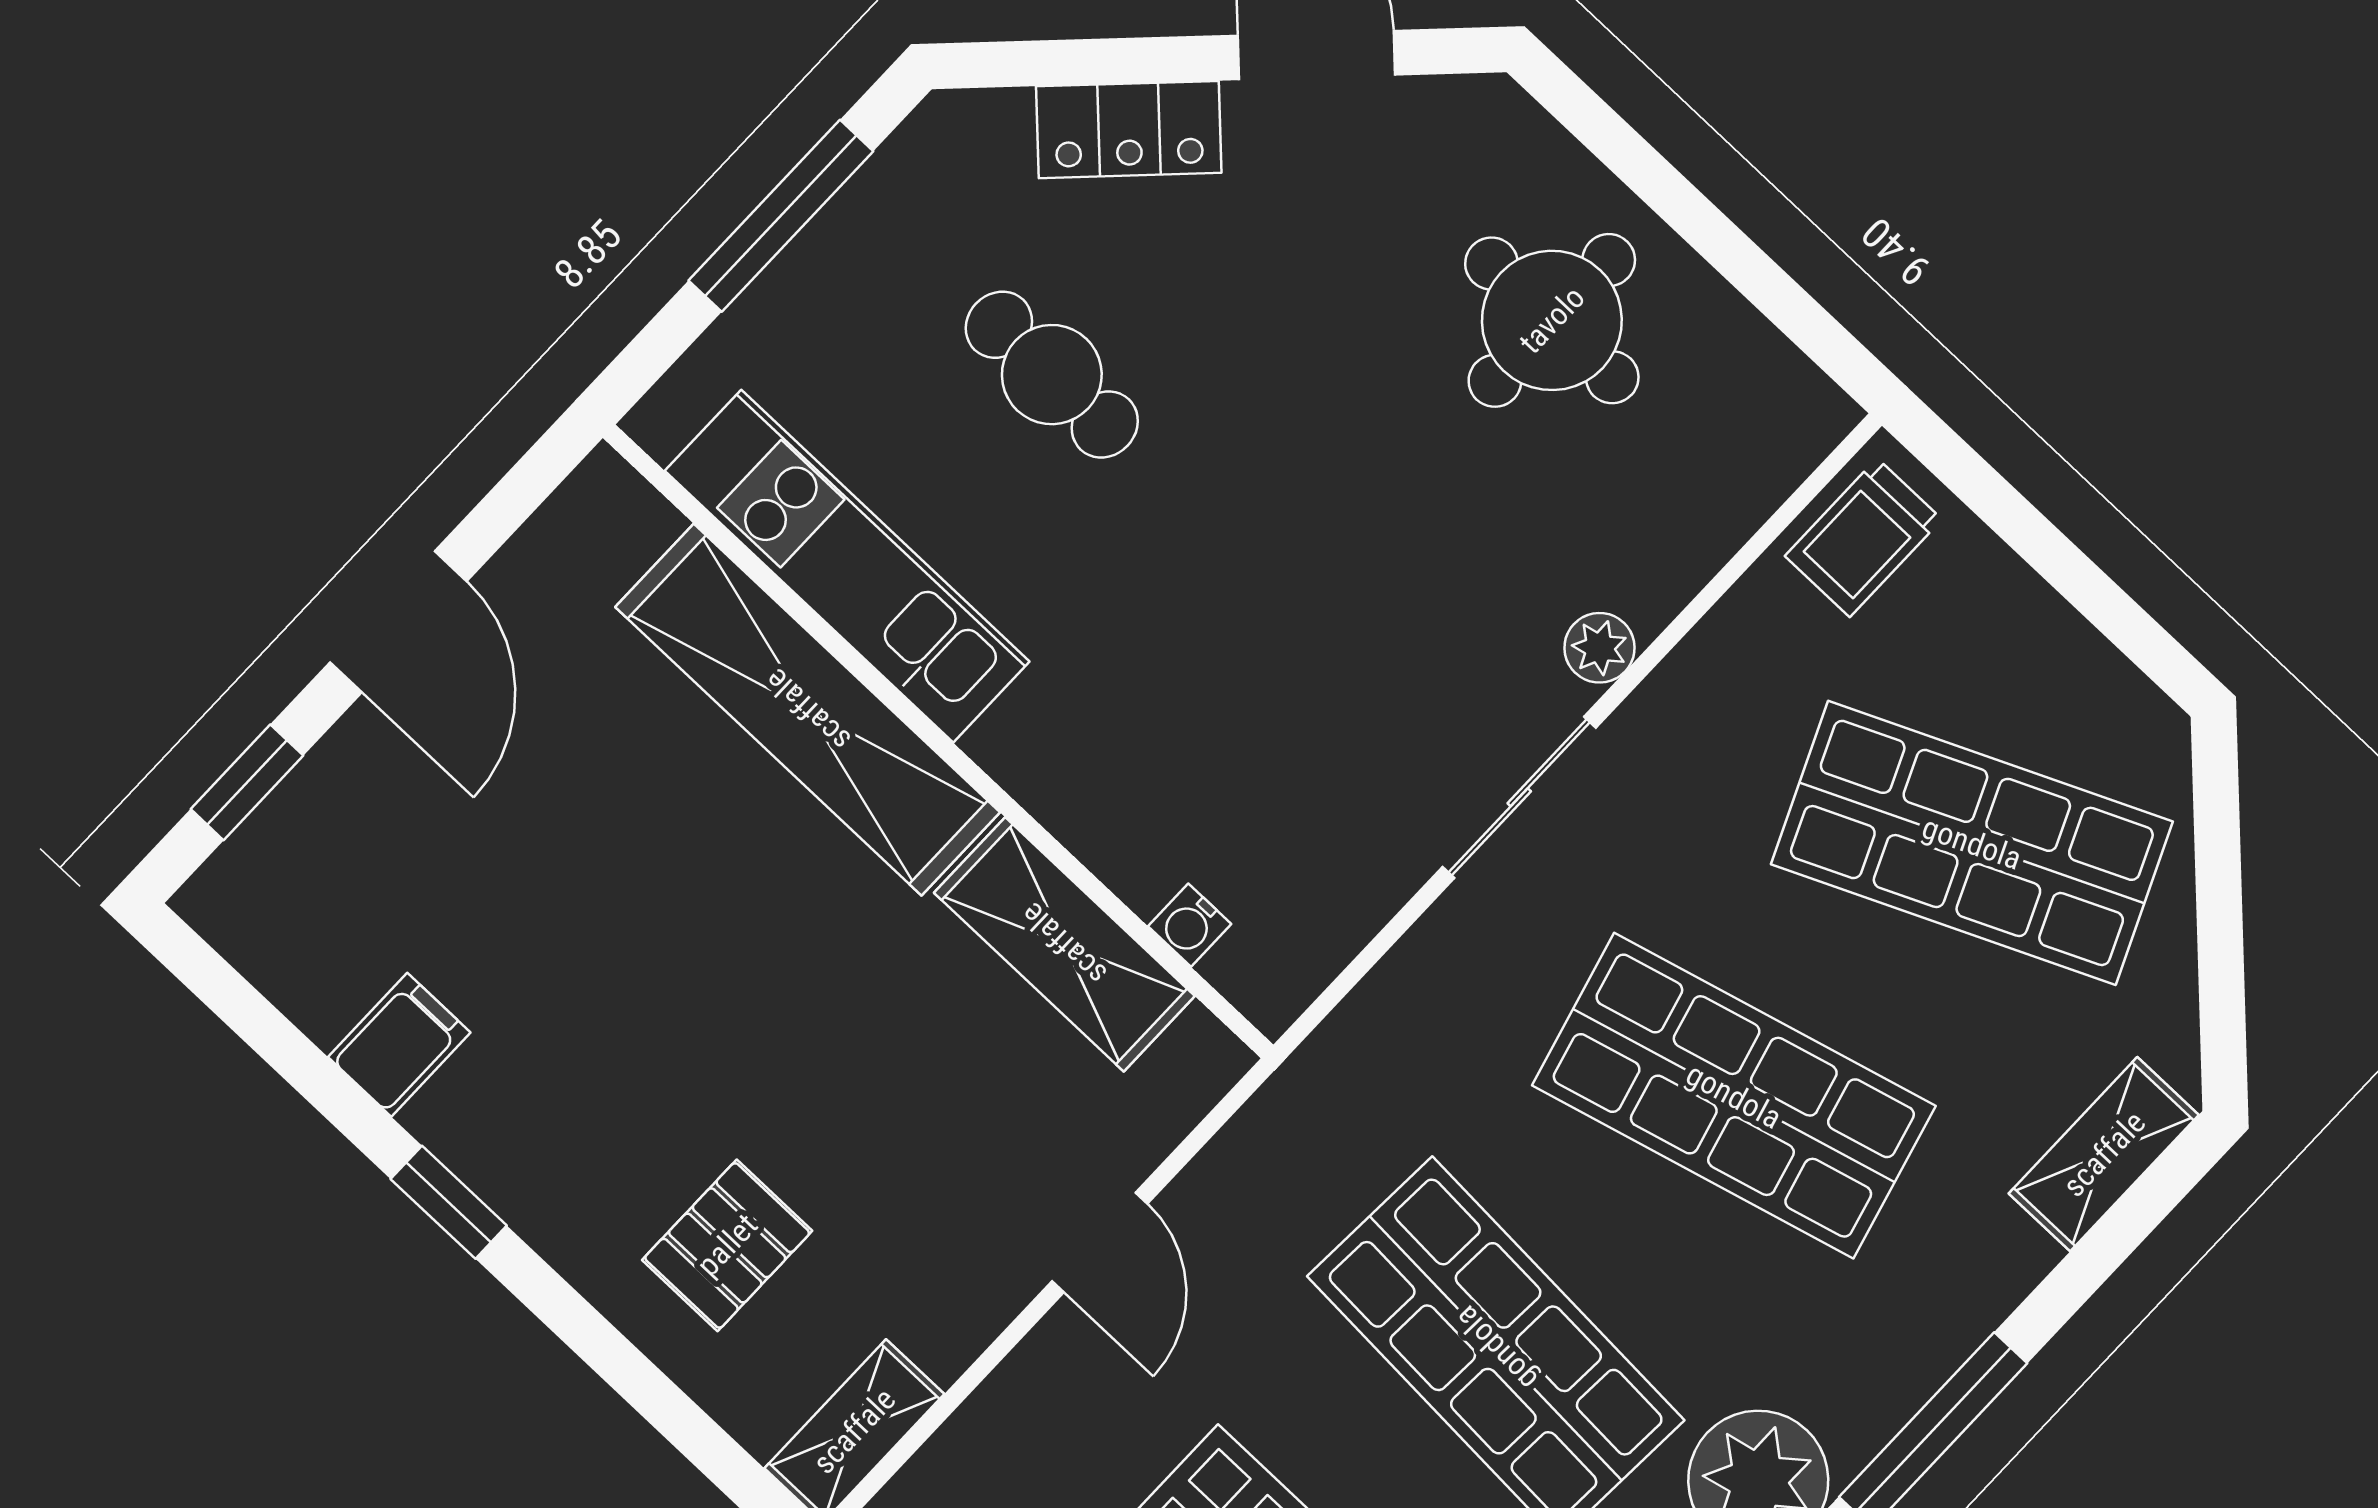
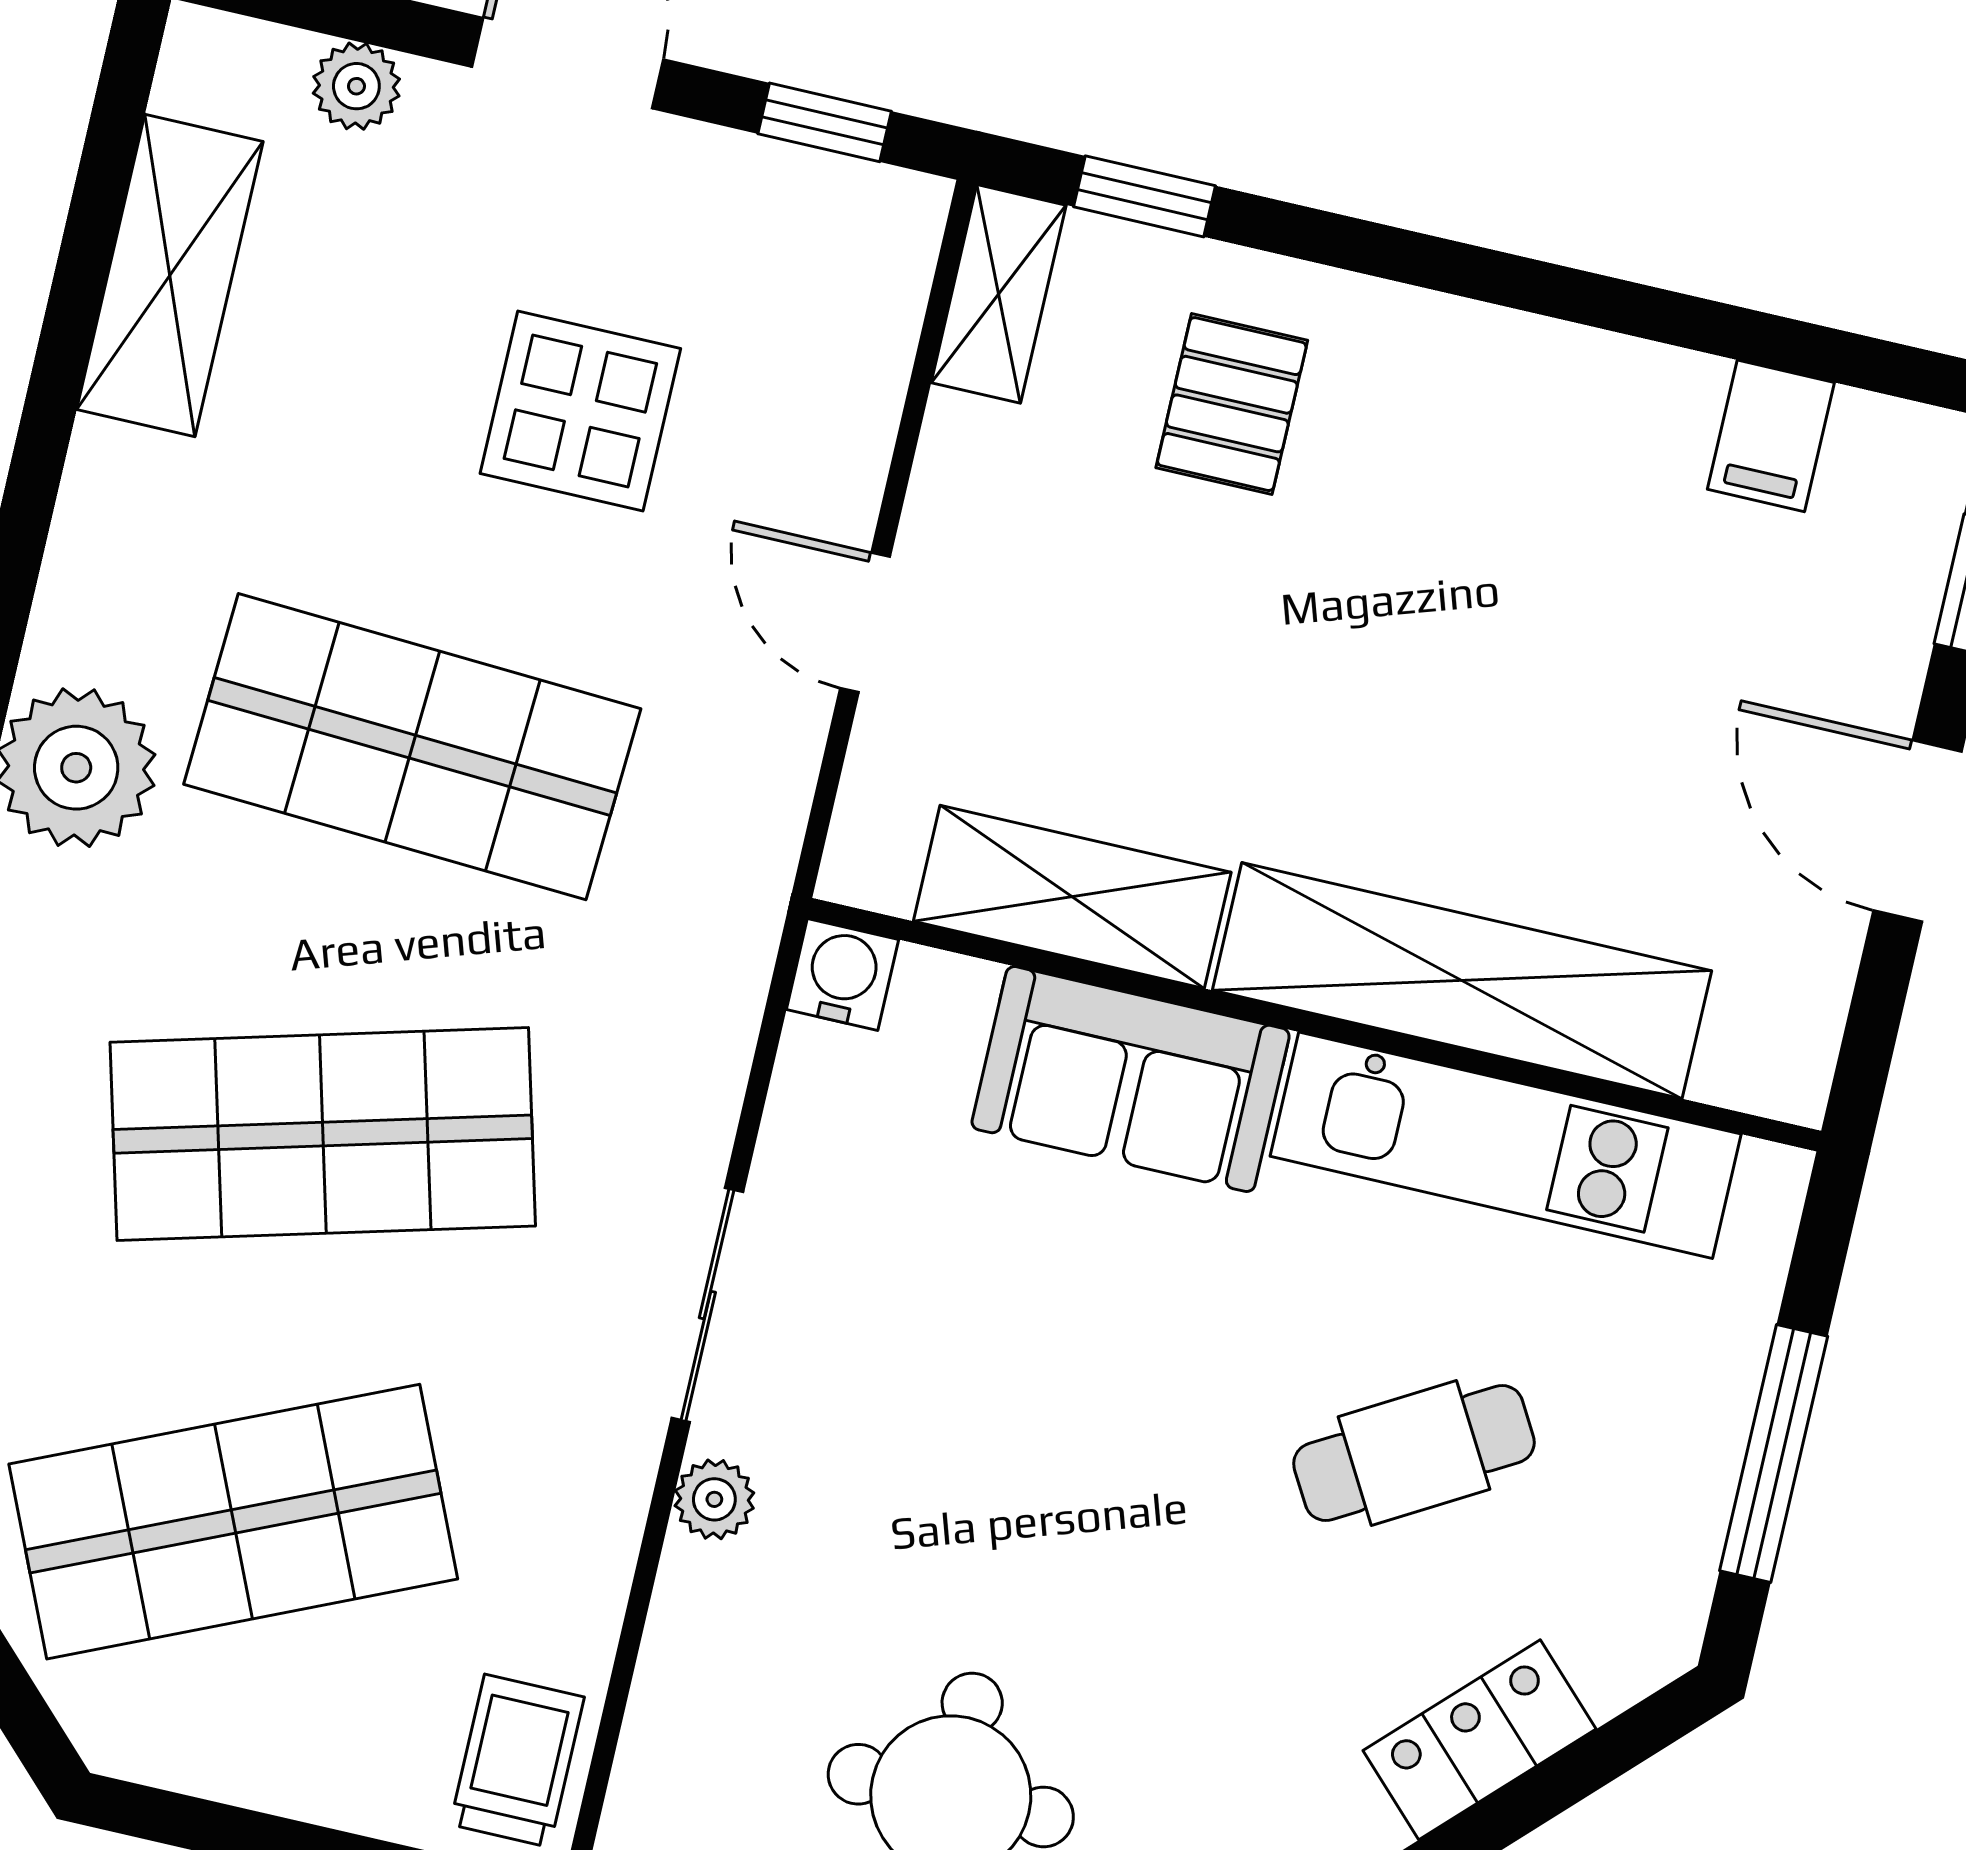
cafe table: (1052, 375) -> (1414, 1453), turned -30
sofa: (1101, 781) -> (1131, 1079), added
water cooler: (1190, 925) -> (842, 974), moved, width x1.38, depth x1.38
filing cabinet: (399, 1045) -> (1771, 436), moved
window: (449, 1202) -> (1144, 196), moved

